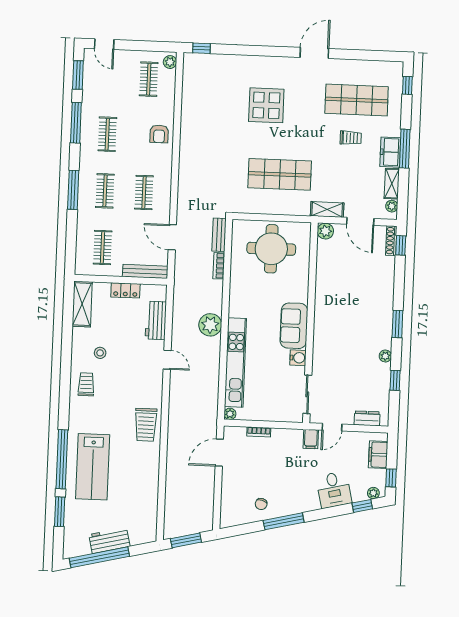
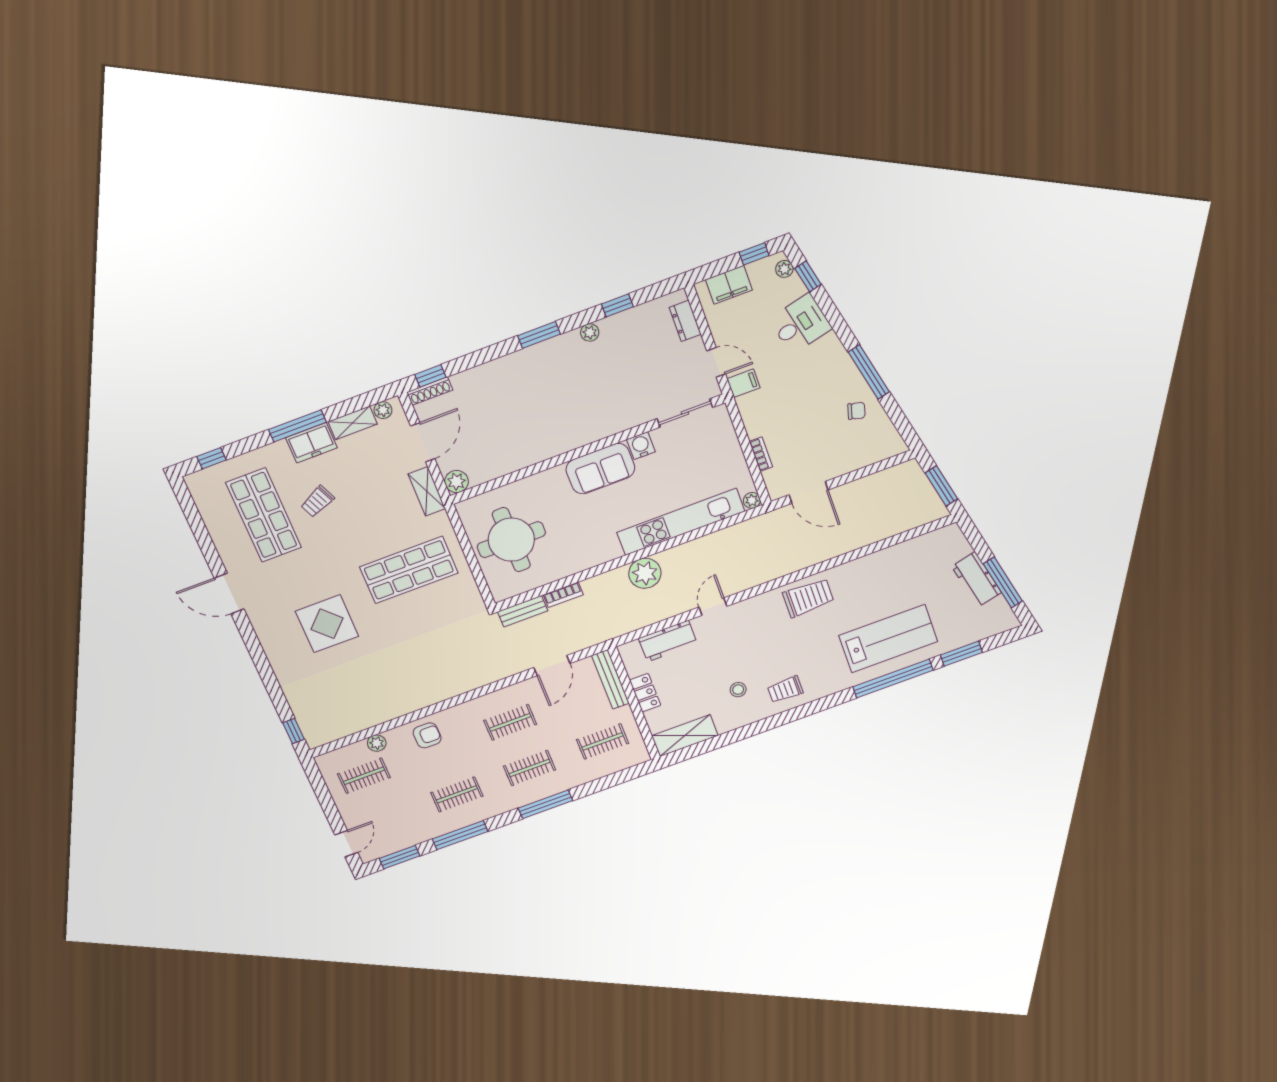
plant: (170, 62) -> (377, 743), moved
trolley: (351, 138) -> (317, 501), turned -114
shop shelf: (280, 174) -> (409, 570), turned 90
window: (99, 557) -> (1003, 583), width x0.68

